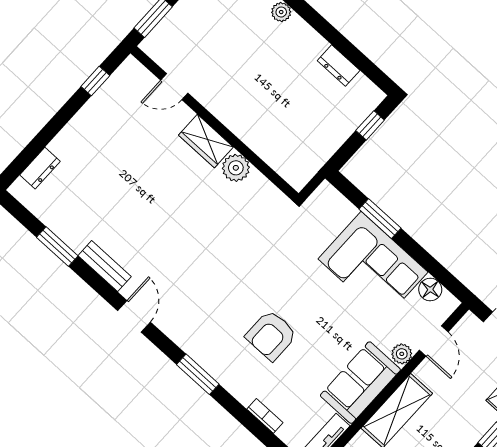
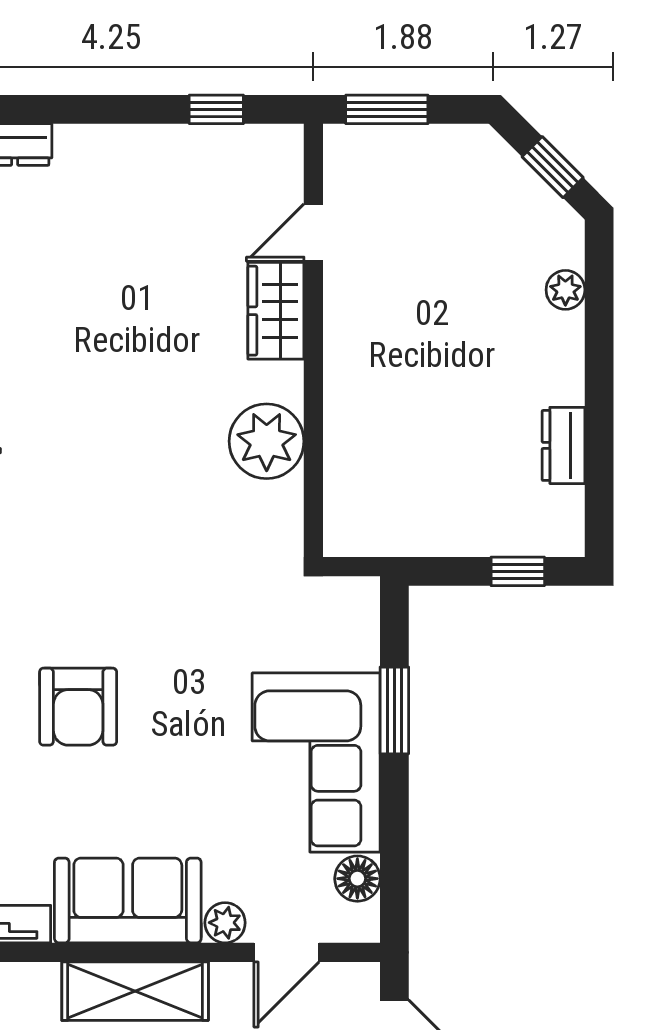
door: (174, 87) -> (313, 233), hinge flipped
wardrobe: (206, 141) -> (276, 311), moved
plant: (236, 168) -> (267, 441), width x1.36, depth x1.36
armchair: (271, 335) -> (78, 707), turned -90

